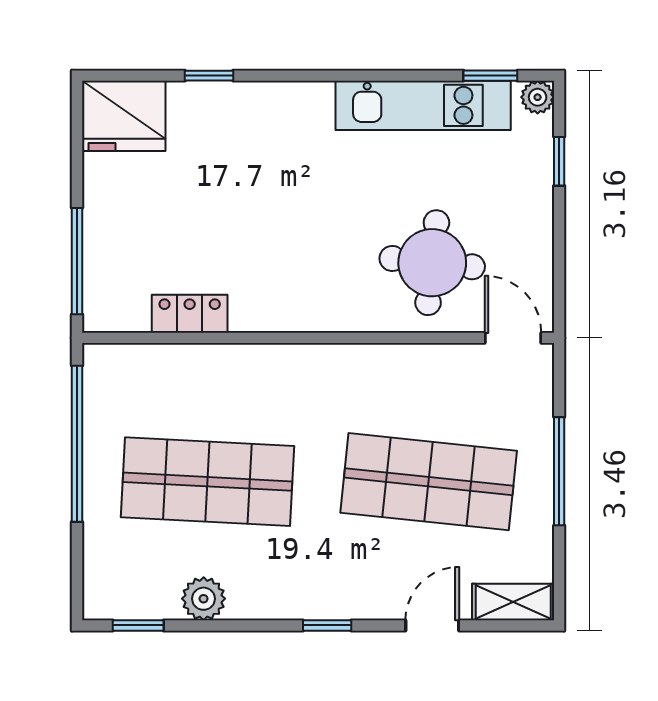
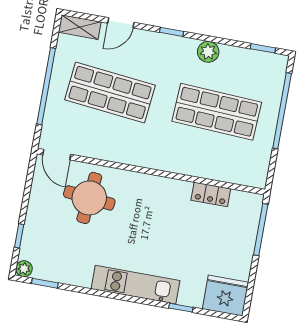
kitchen unit: (423, 105) -> (136, 285), moved
window: (77, 444) -> (282, 111), moved
window: (559, 471) -> (46, 86), width x1.46
plant: (204, 599) -> (208, 52), moved

